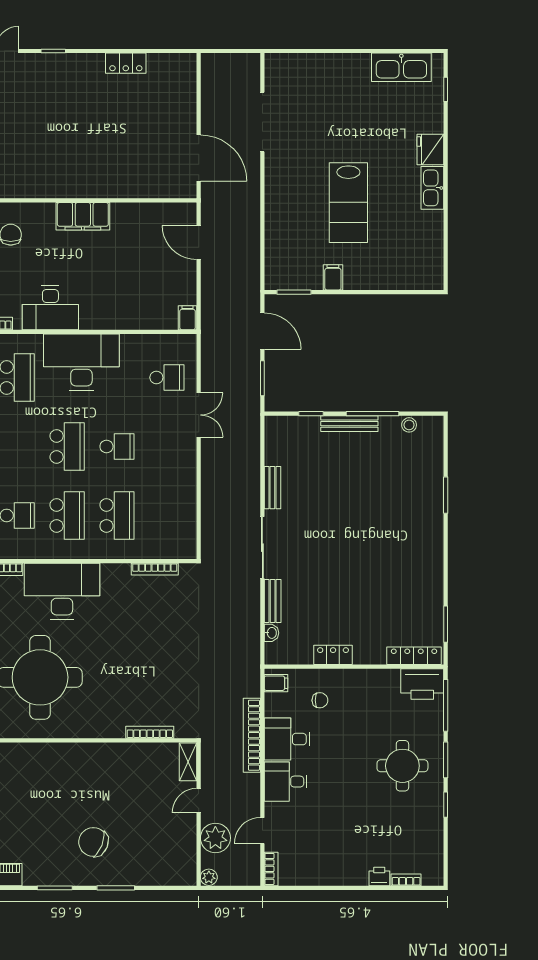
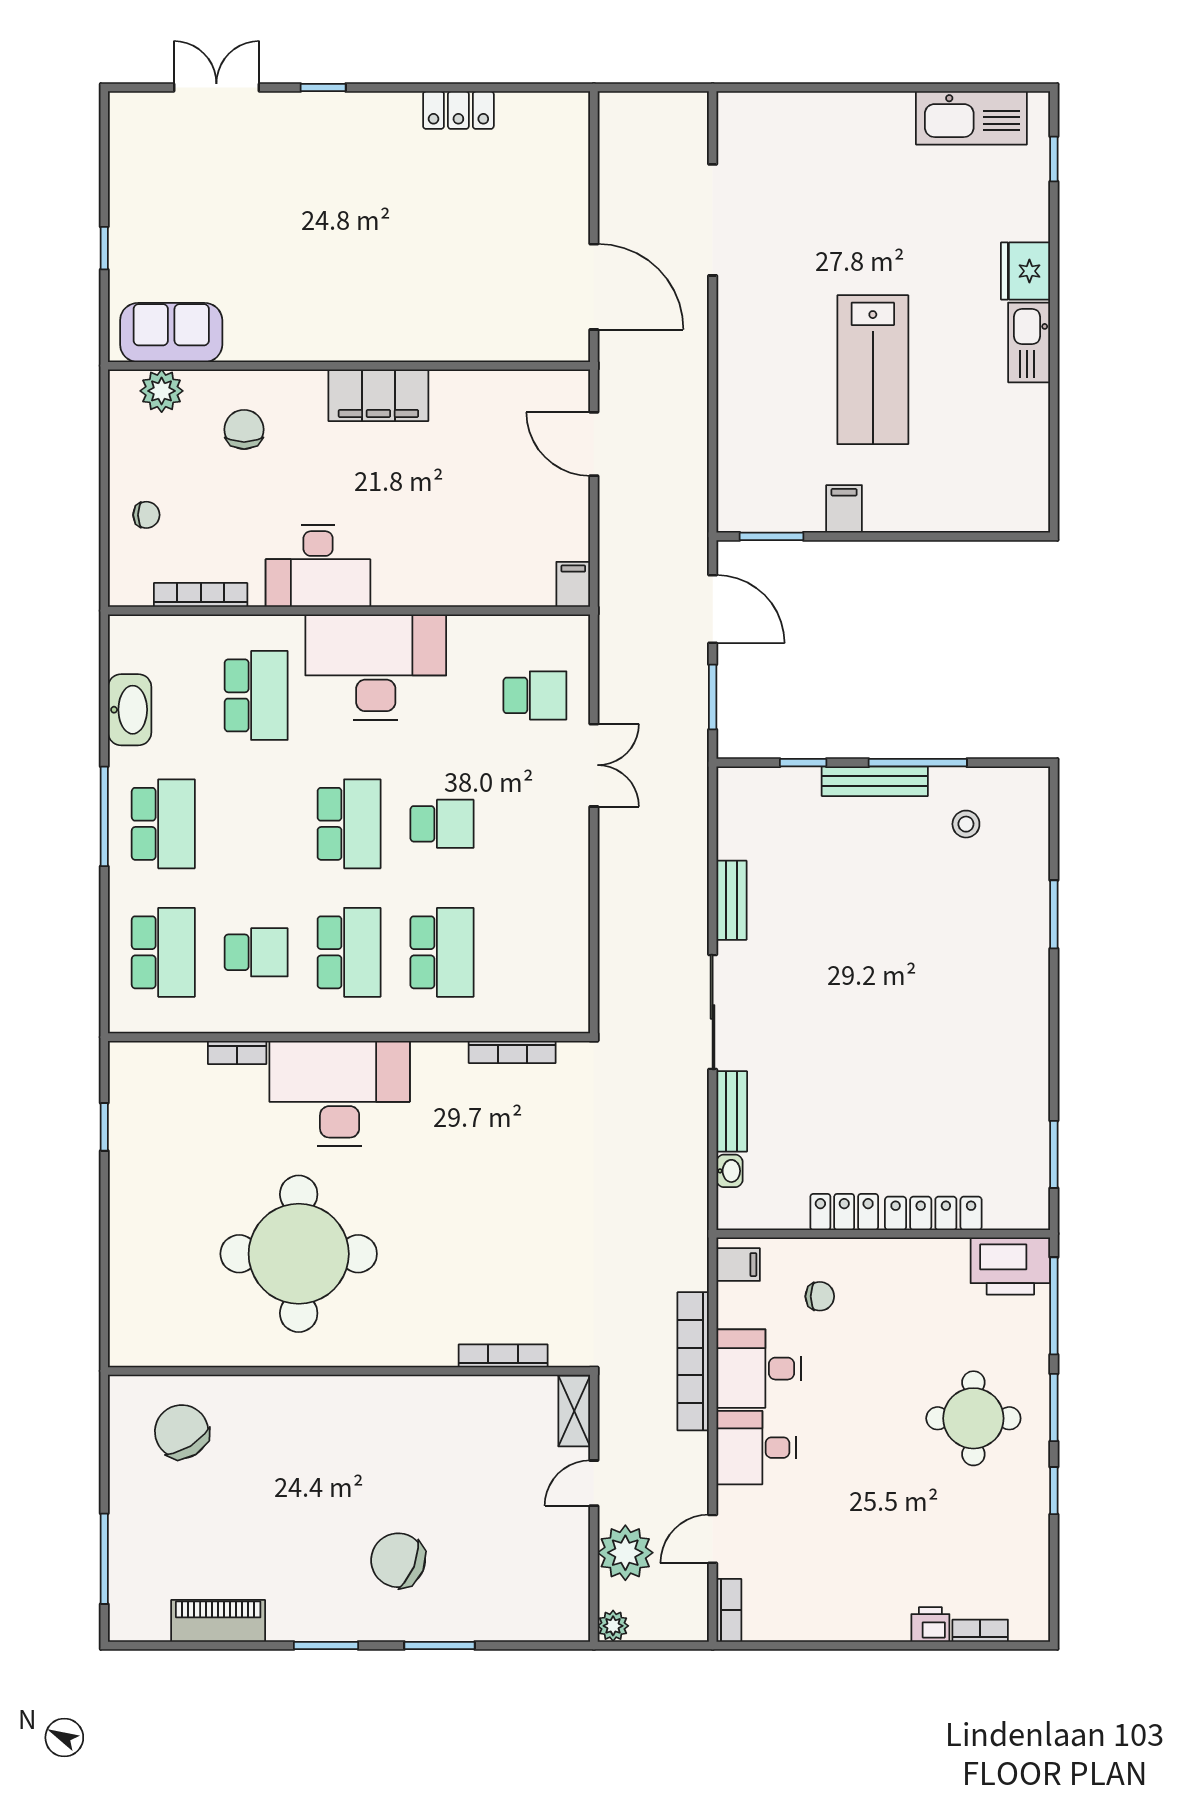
stool: (409, 425) -> (966, 824), moved
locker: (414, 656) -> (933, 1213), moved

